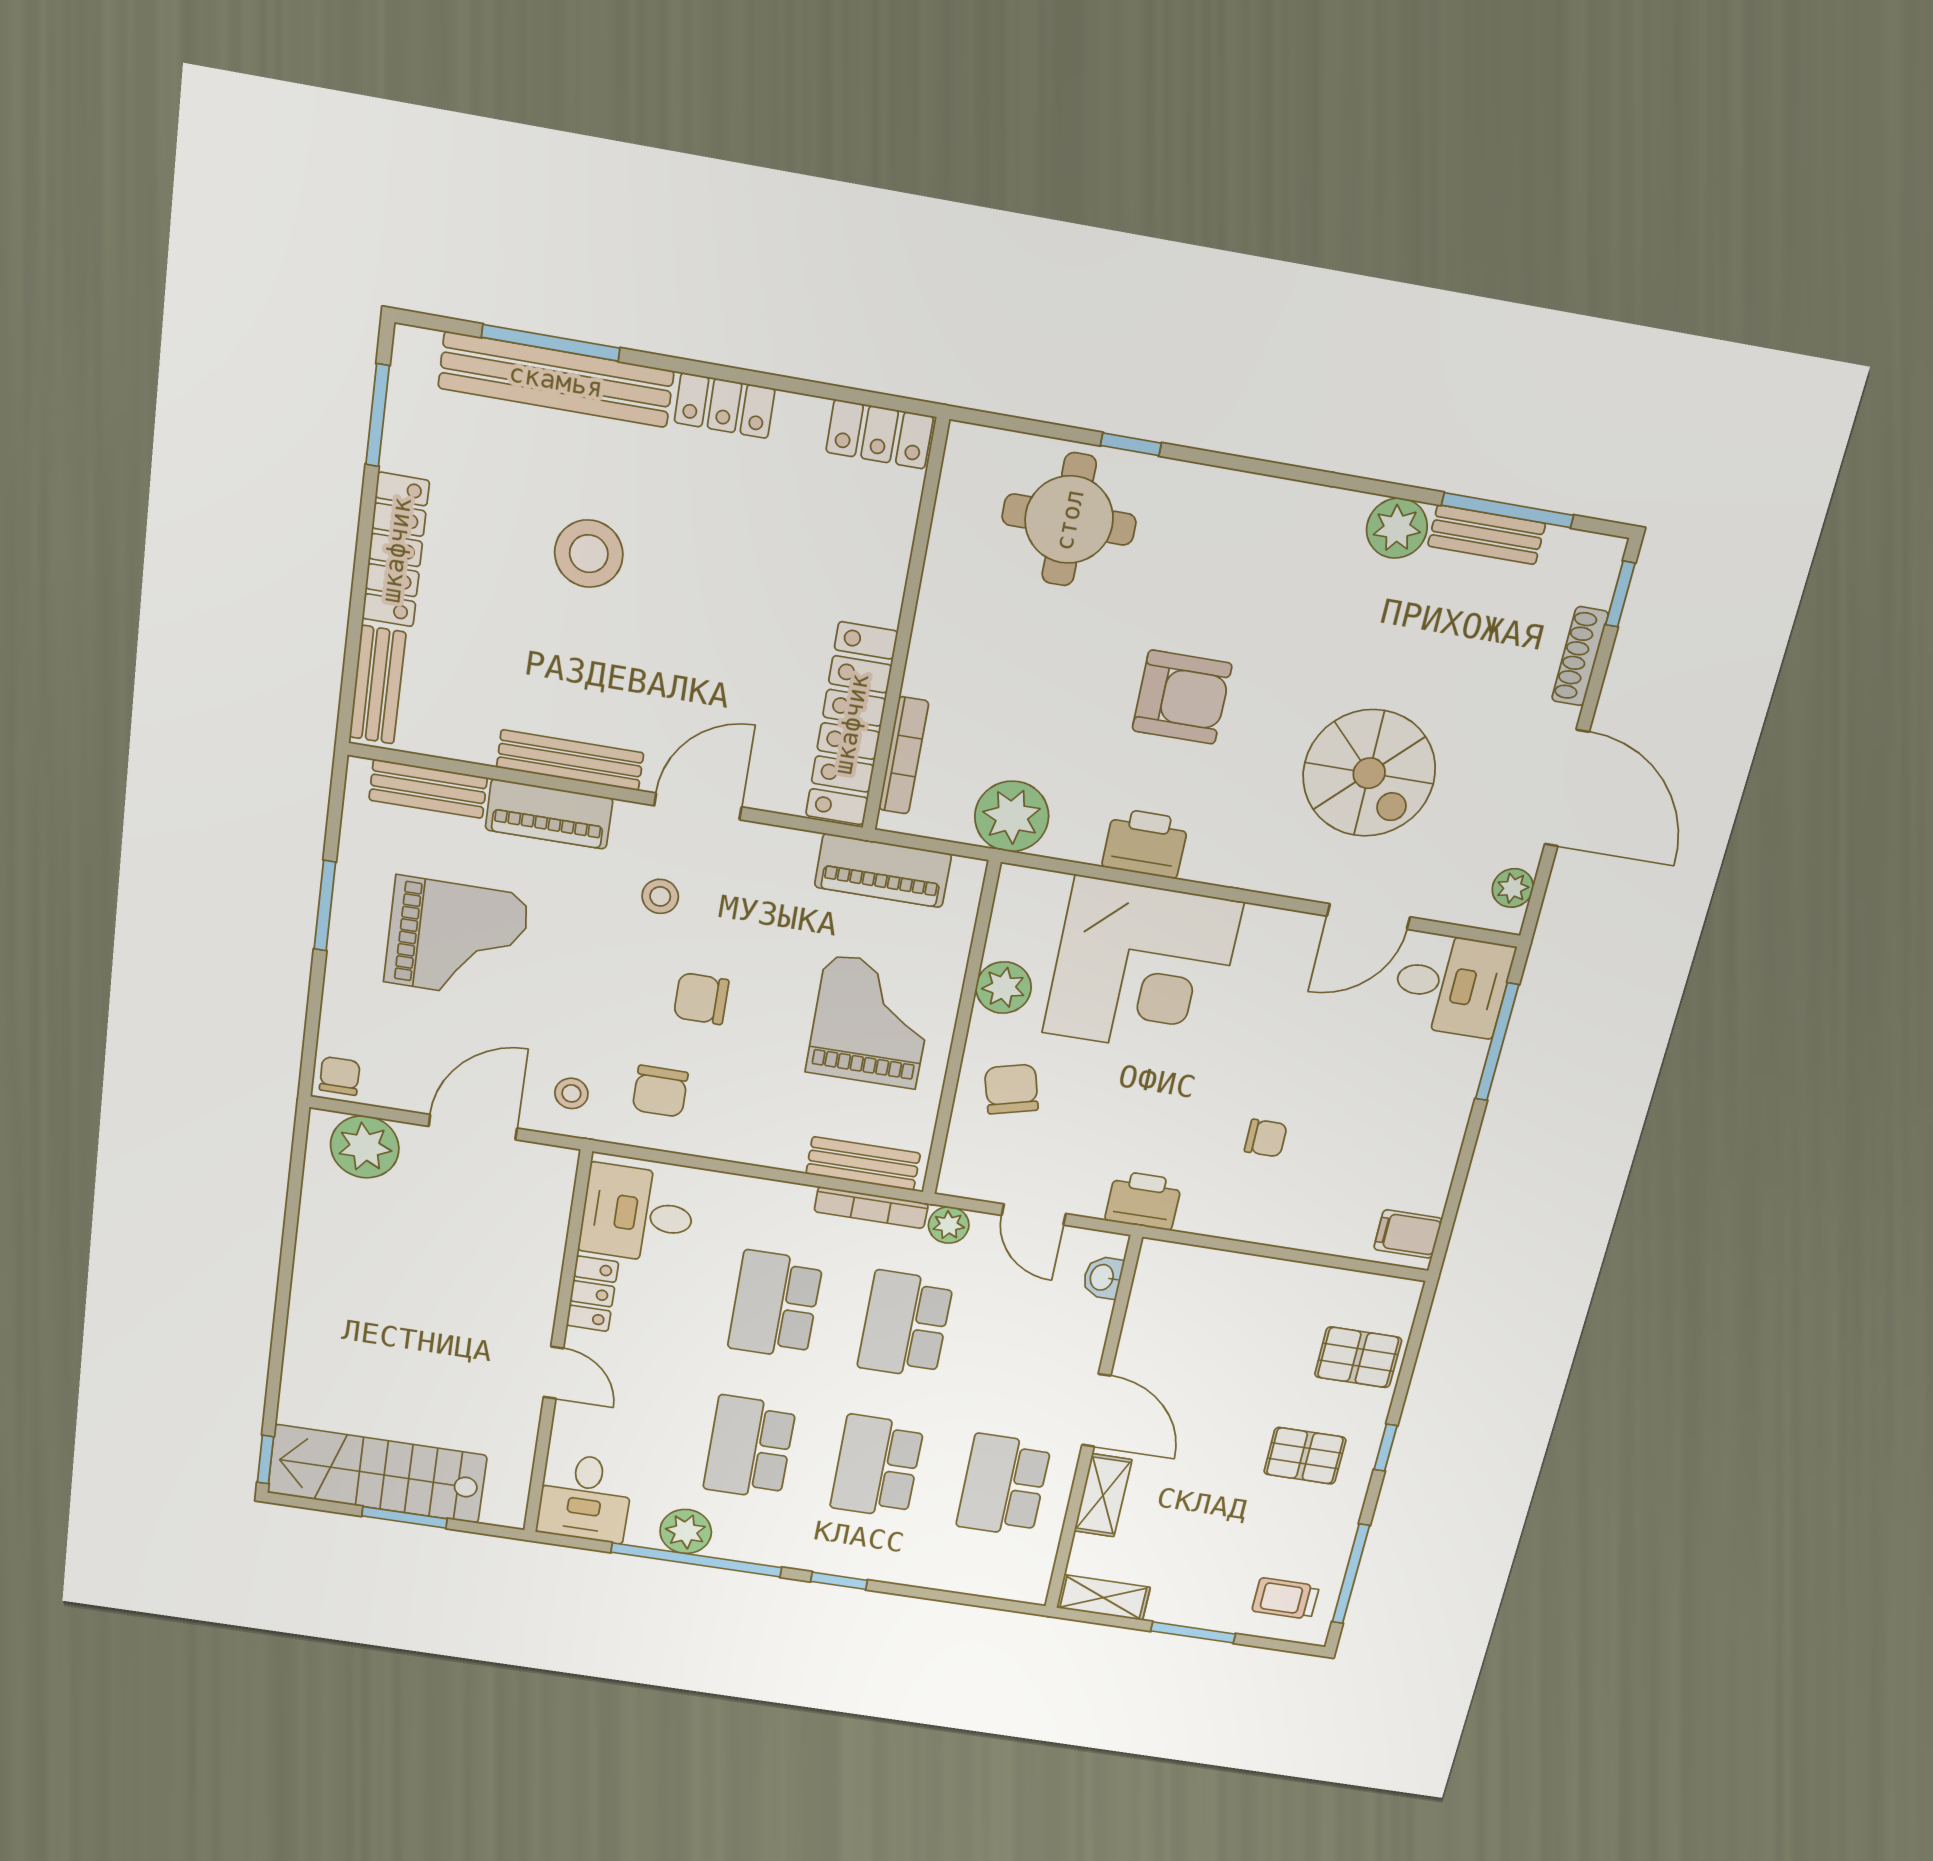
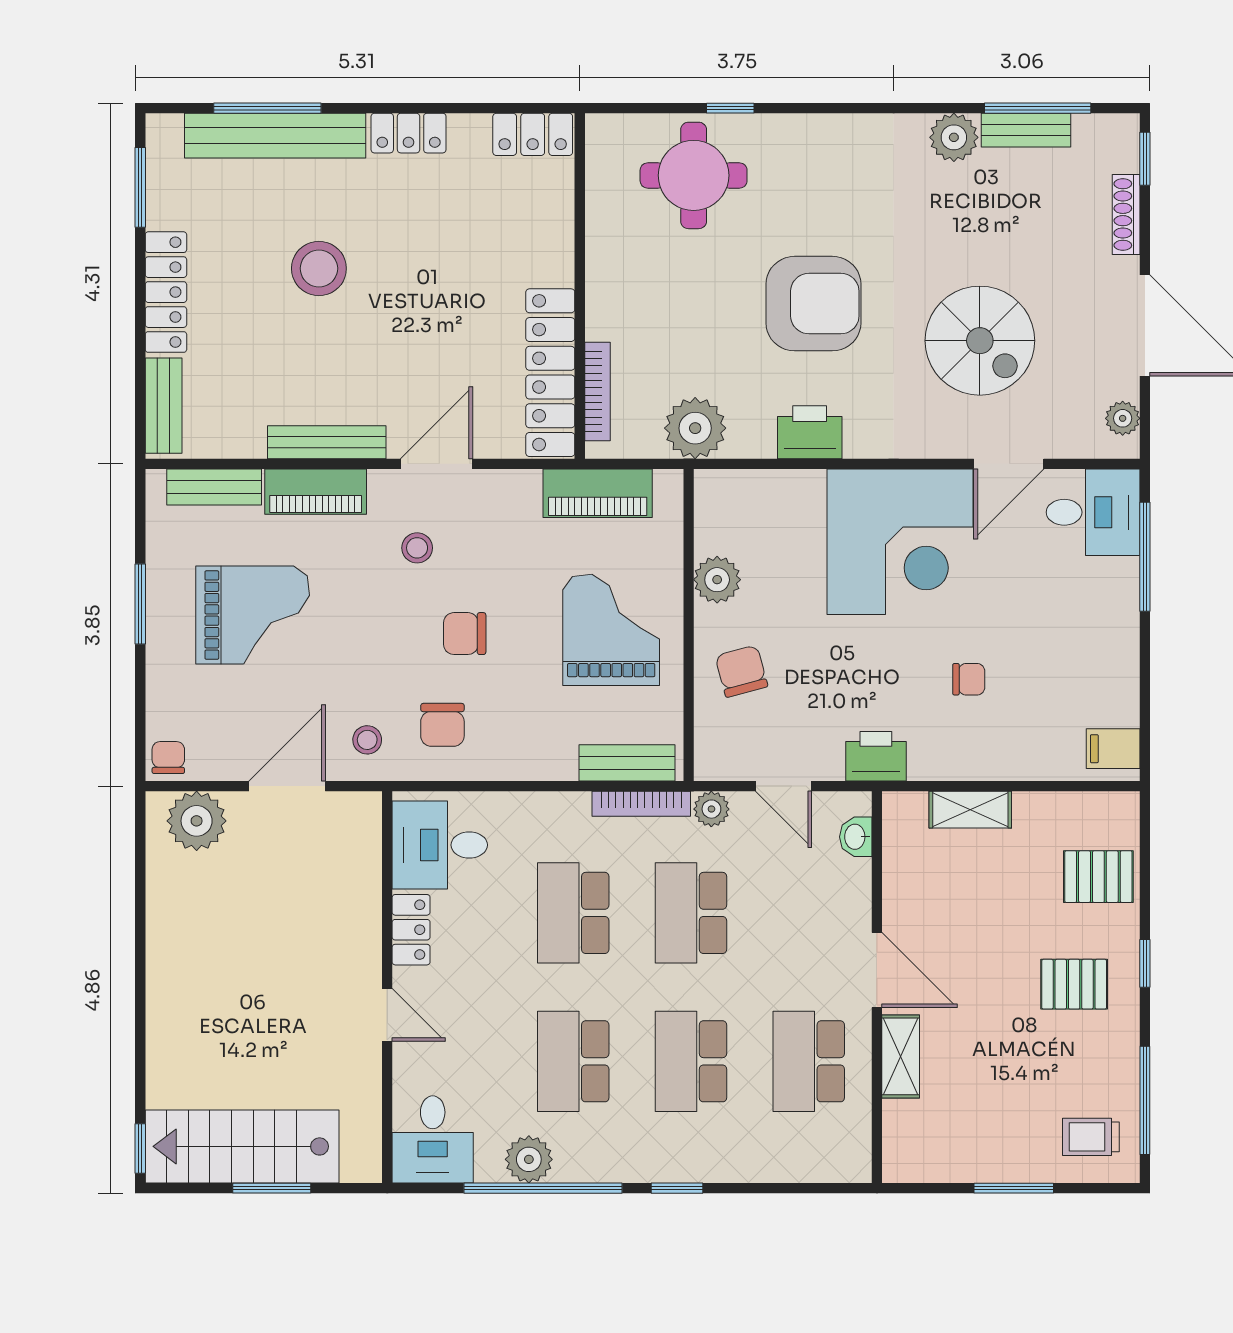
armchair: (1182, 697) -> (813, 304), width x1.36, depth x1.36
corner desk: (1142, 968) -> (900, 542), moved
shelving: (1103, 1598) -> (970, 810), moved

